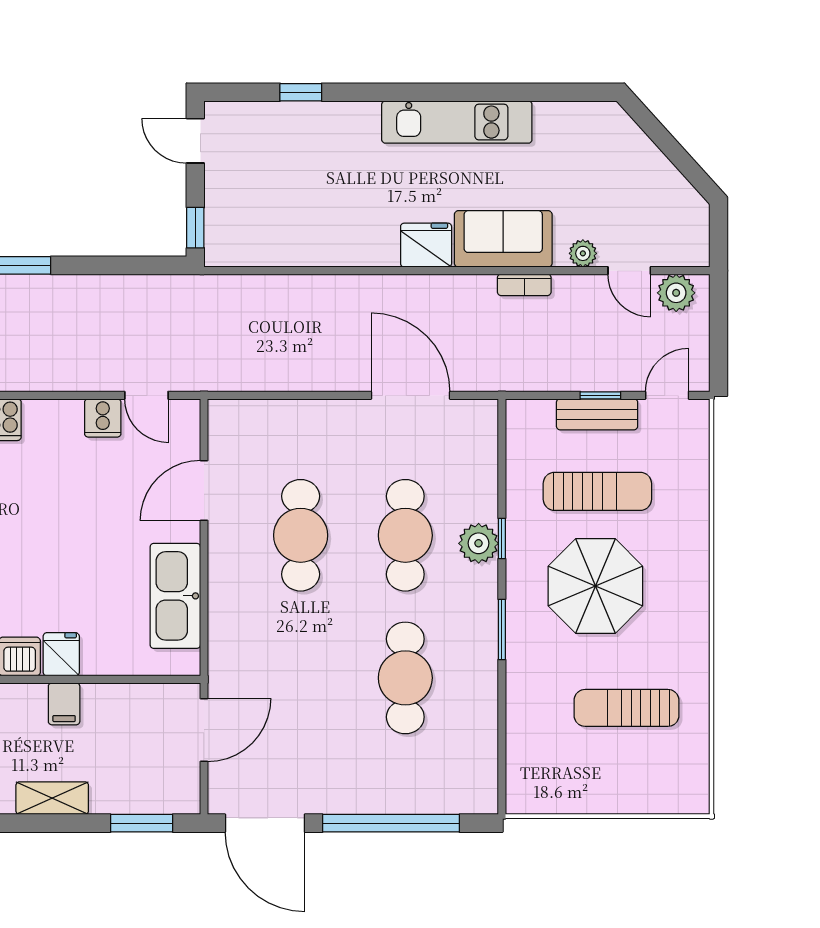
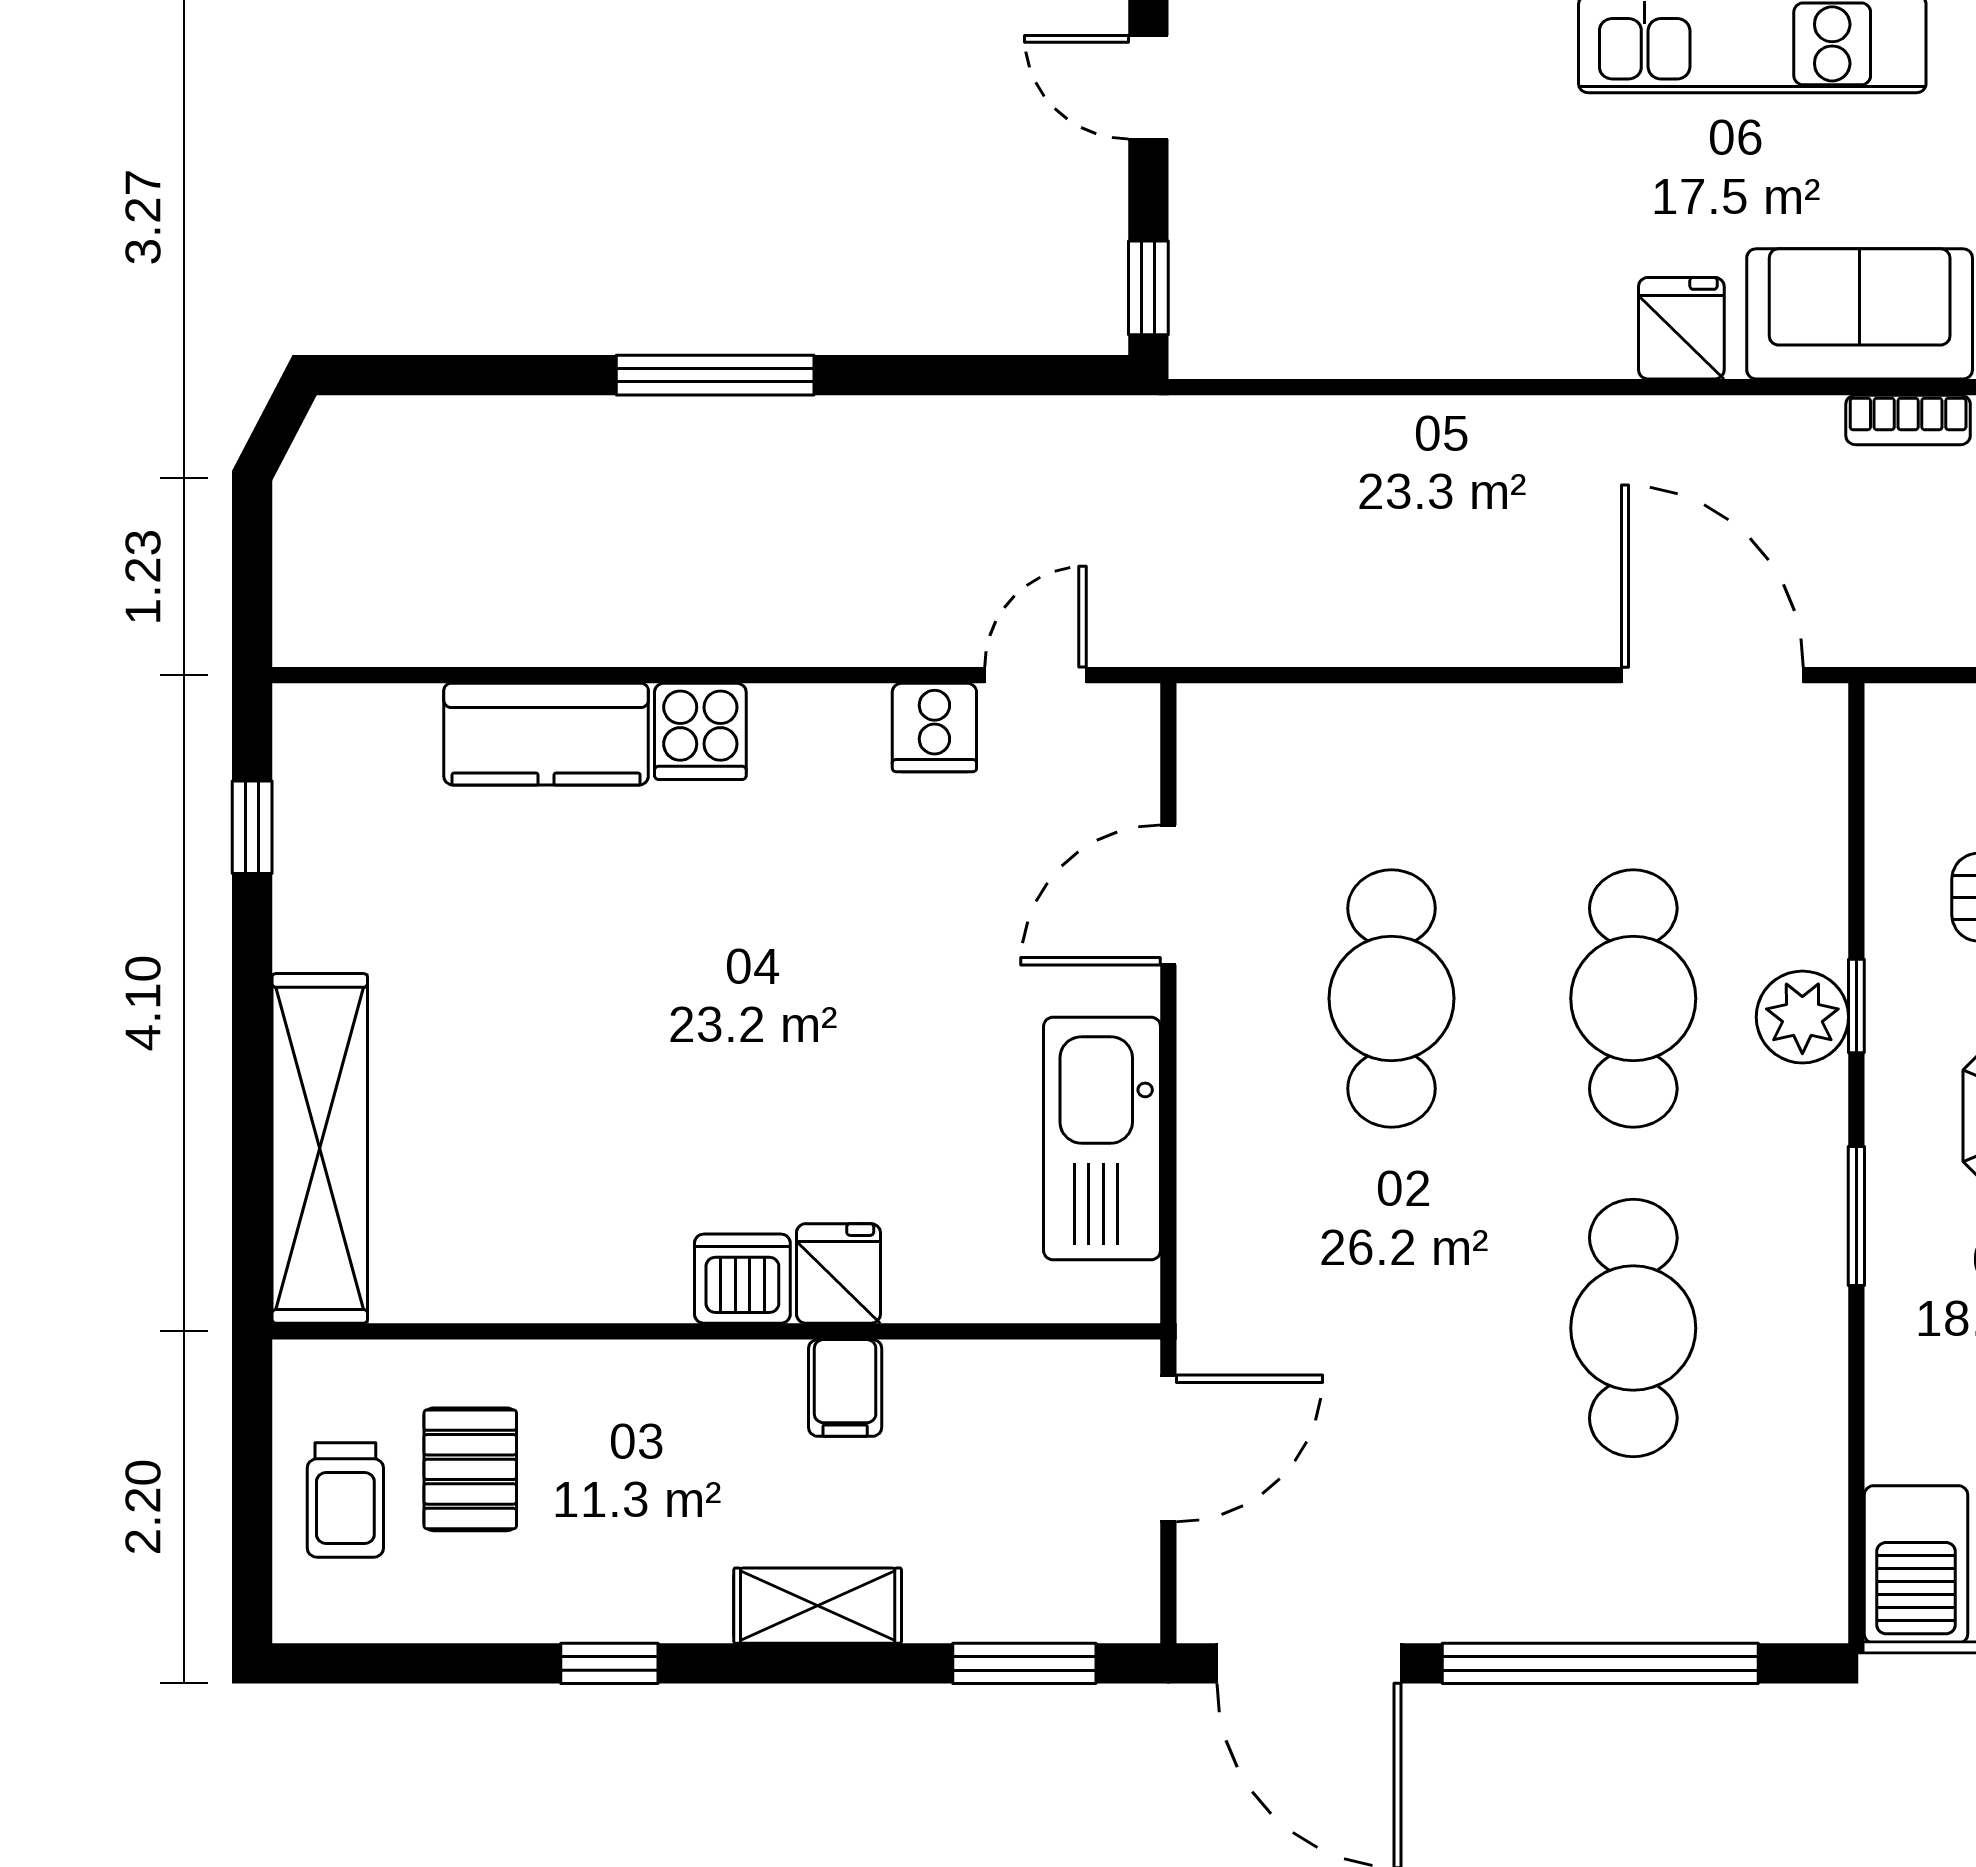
fridge: (426, 245) -> (1681, 328), width x0.72
door: (146, 395) -> (1035, 675), swing flipped
door: (410, 395) -> (1712, 675), moved
barbecue: (528, 780) -> (1916, 1564), added

